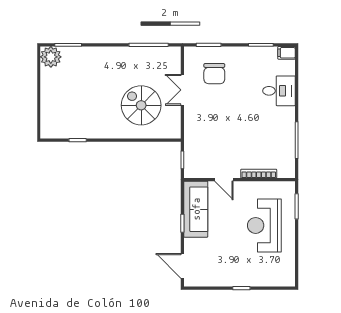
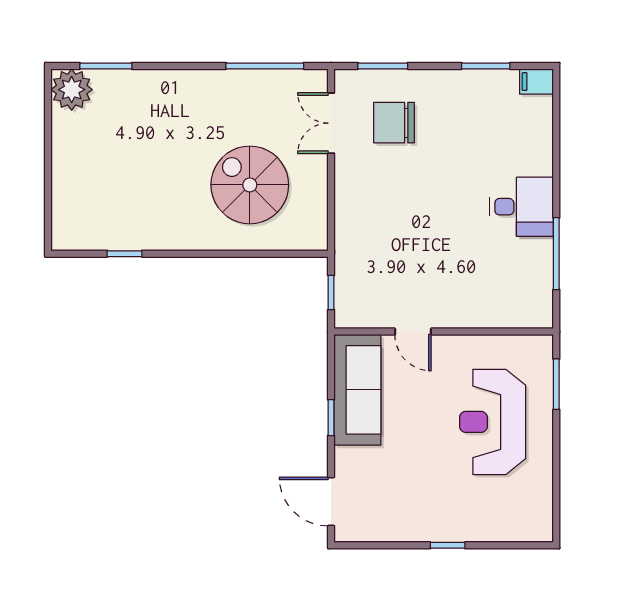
chair: (214, 74) -> (394, 123), turned 90
double door: (182, 90) -> (331, 123), moved
desk: (279, 91) -> (522, 207), moved
bookcase: (259, 174) -> (482, 320), removed

